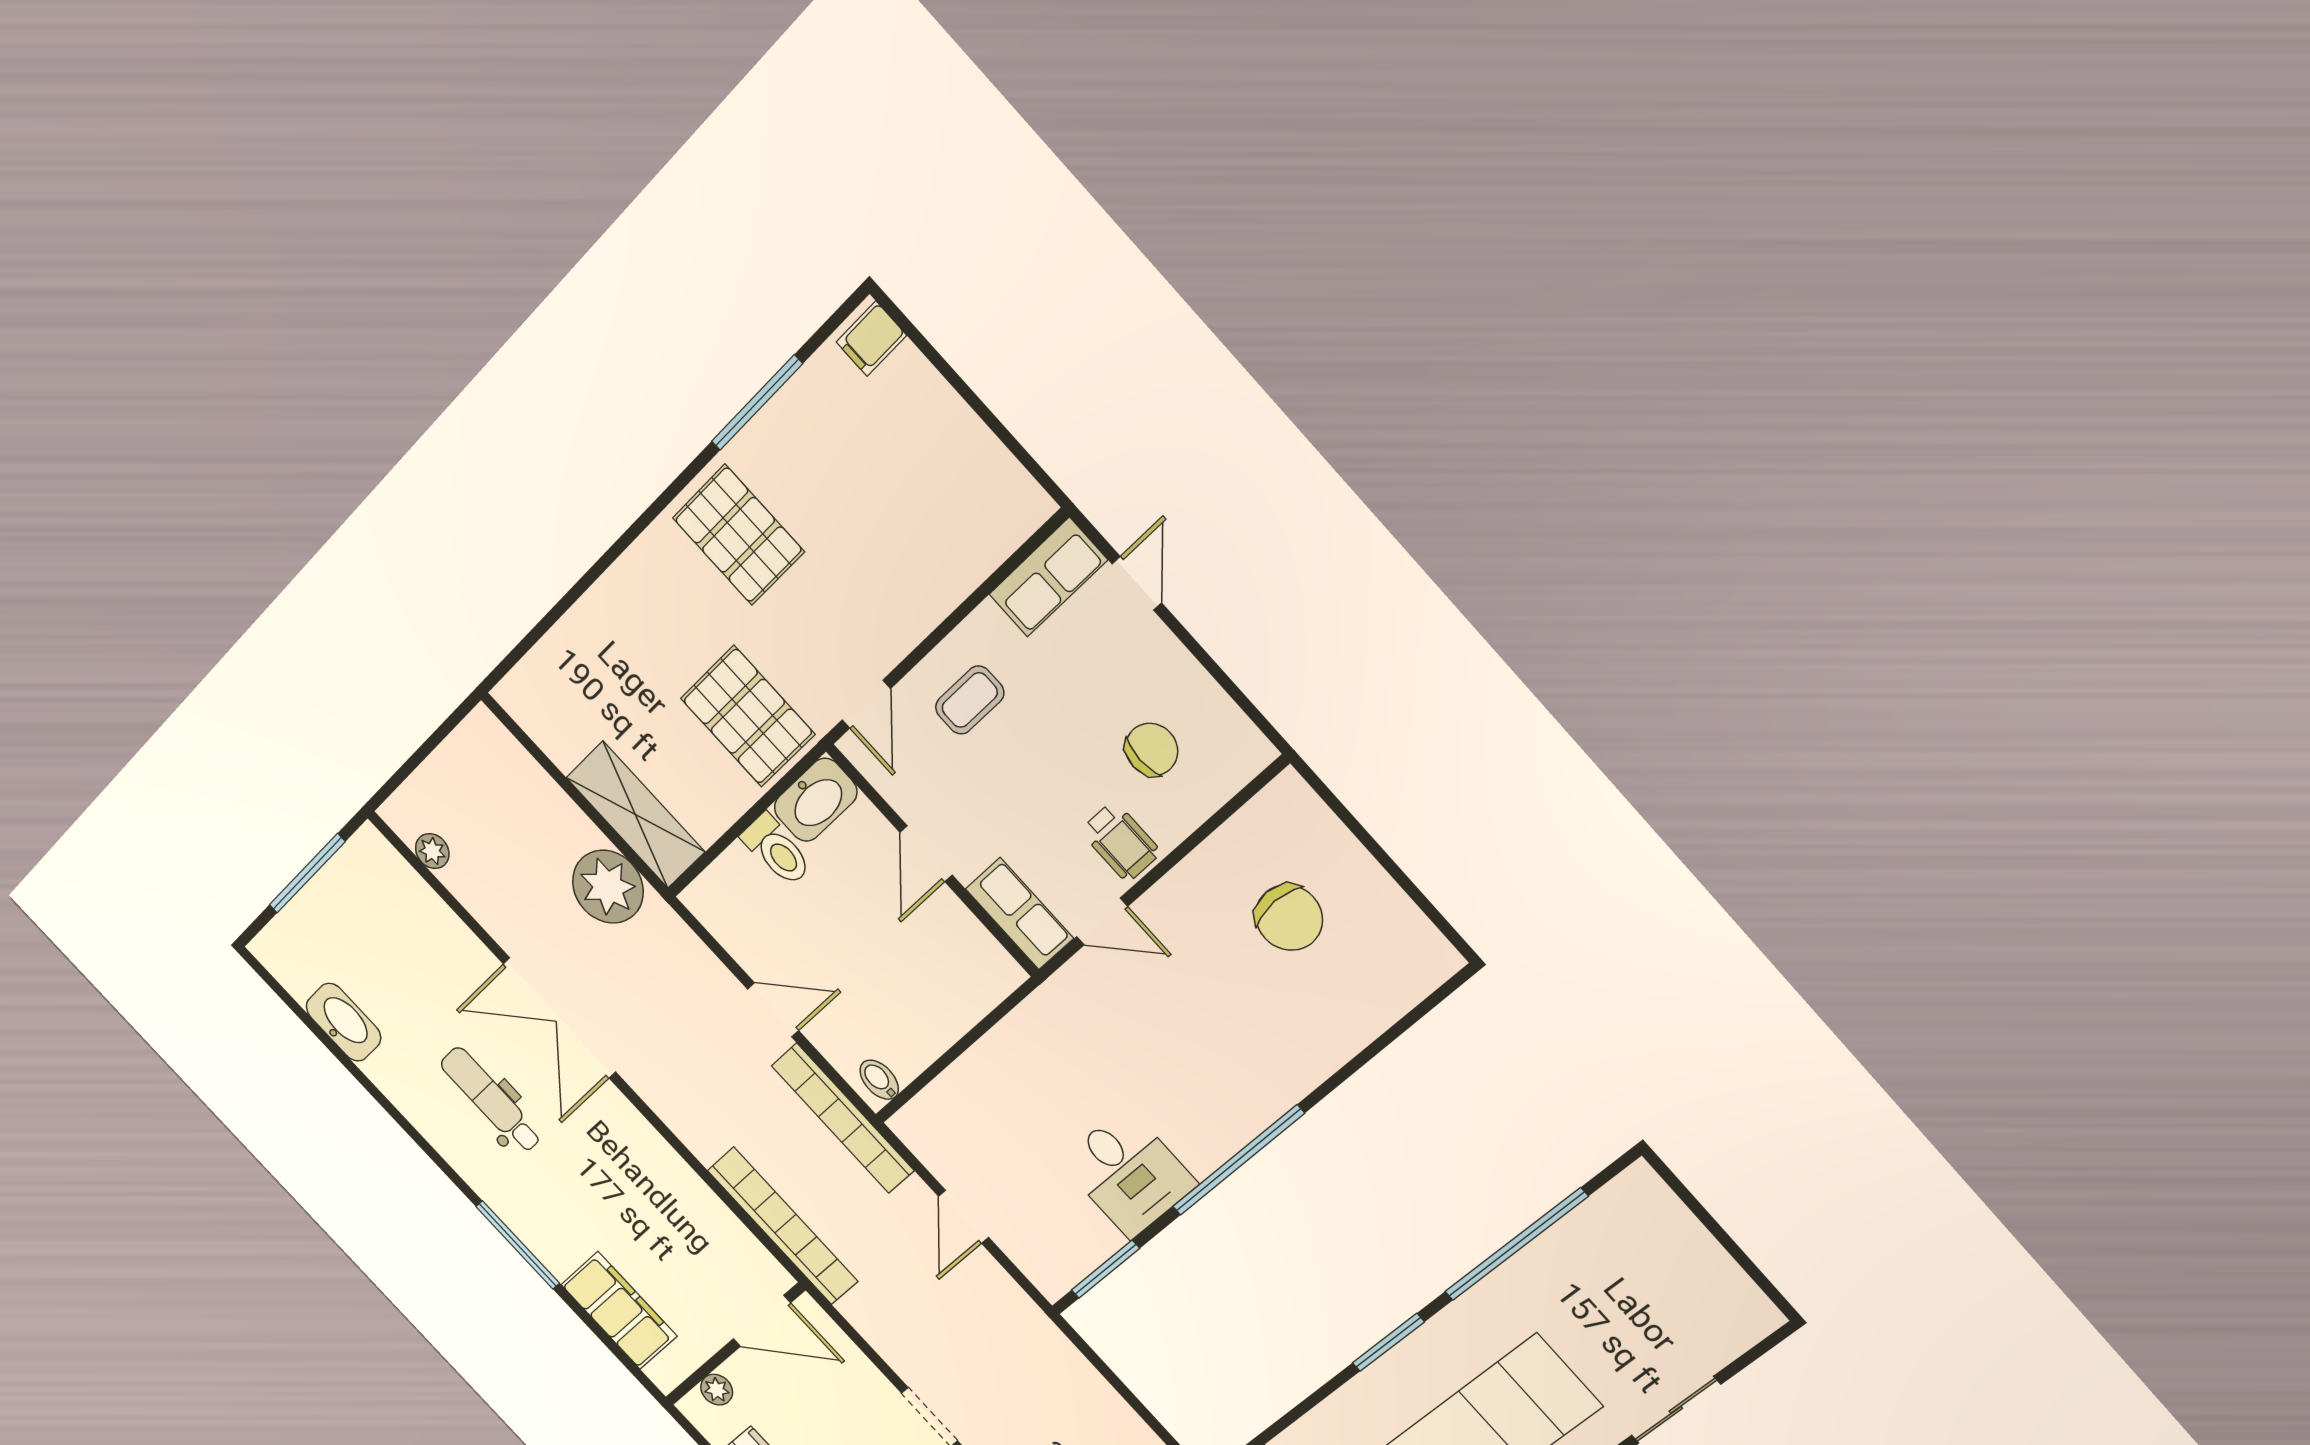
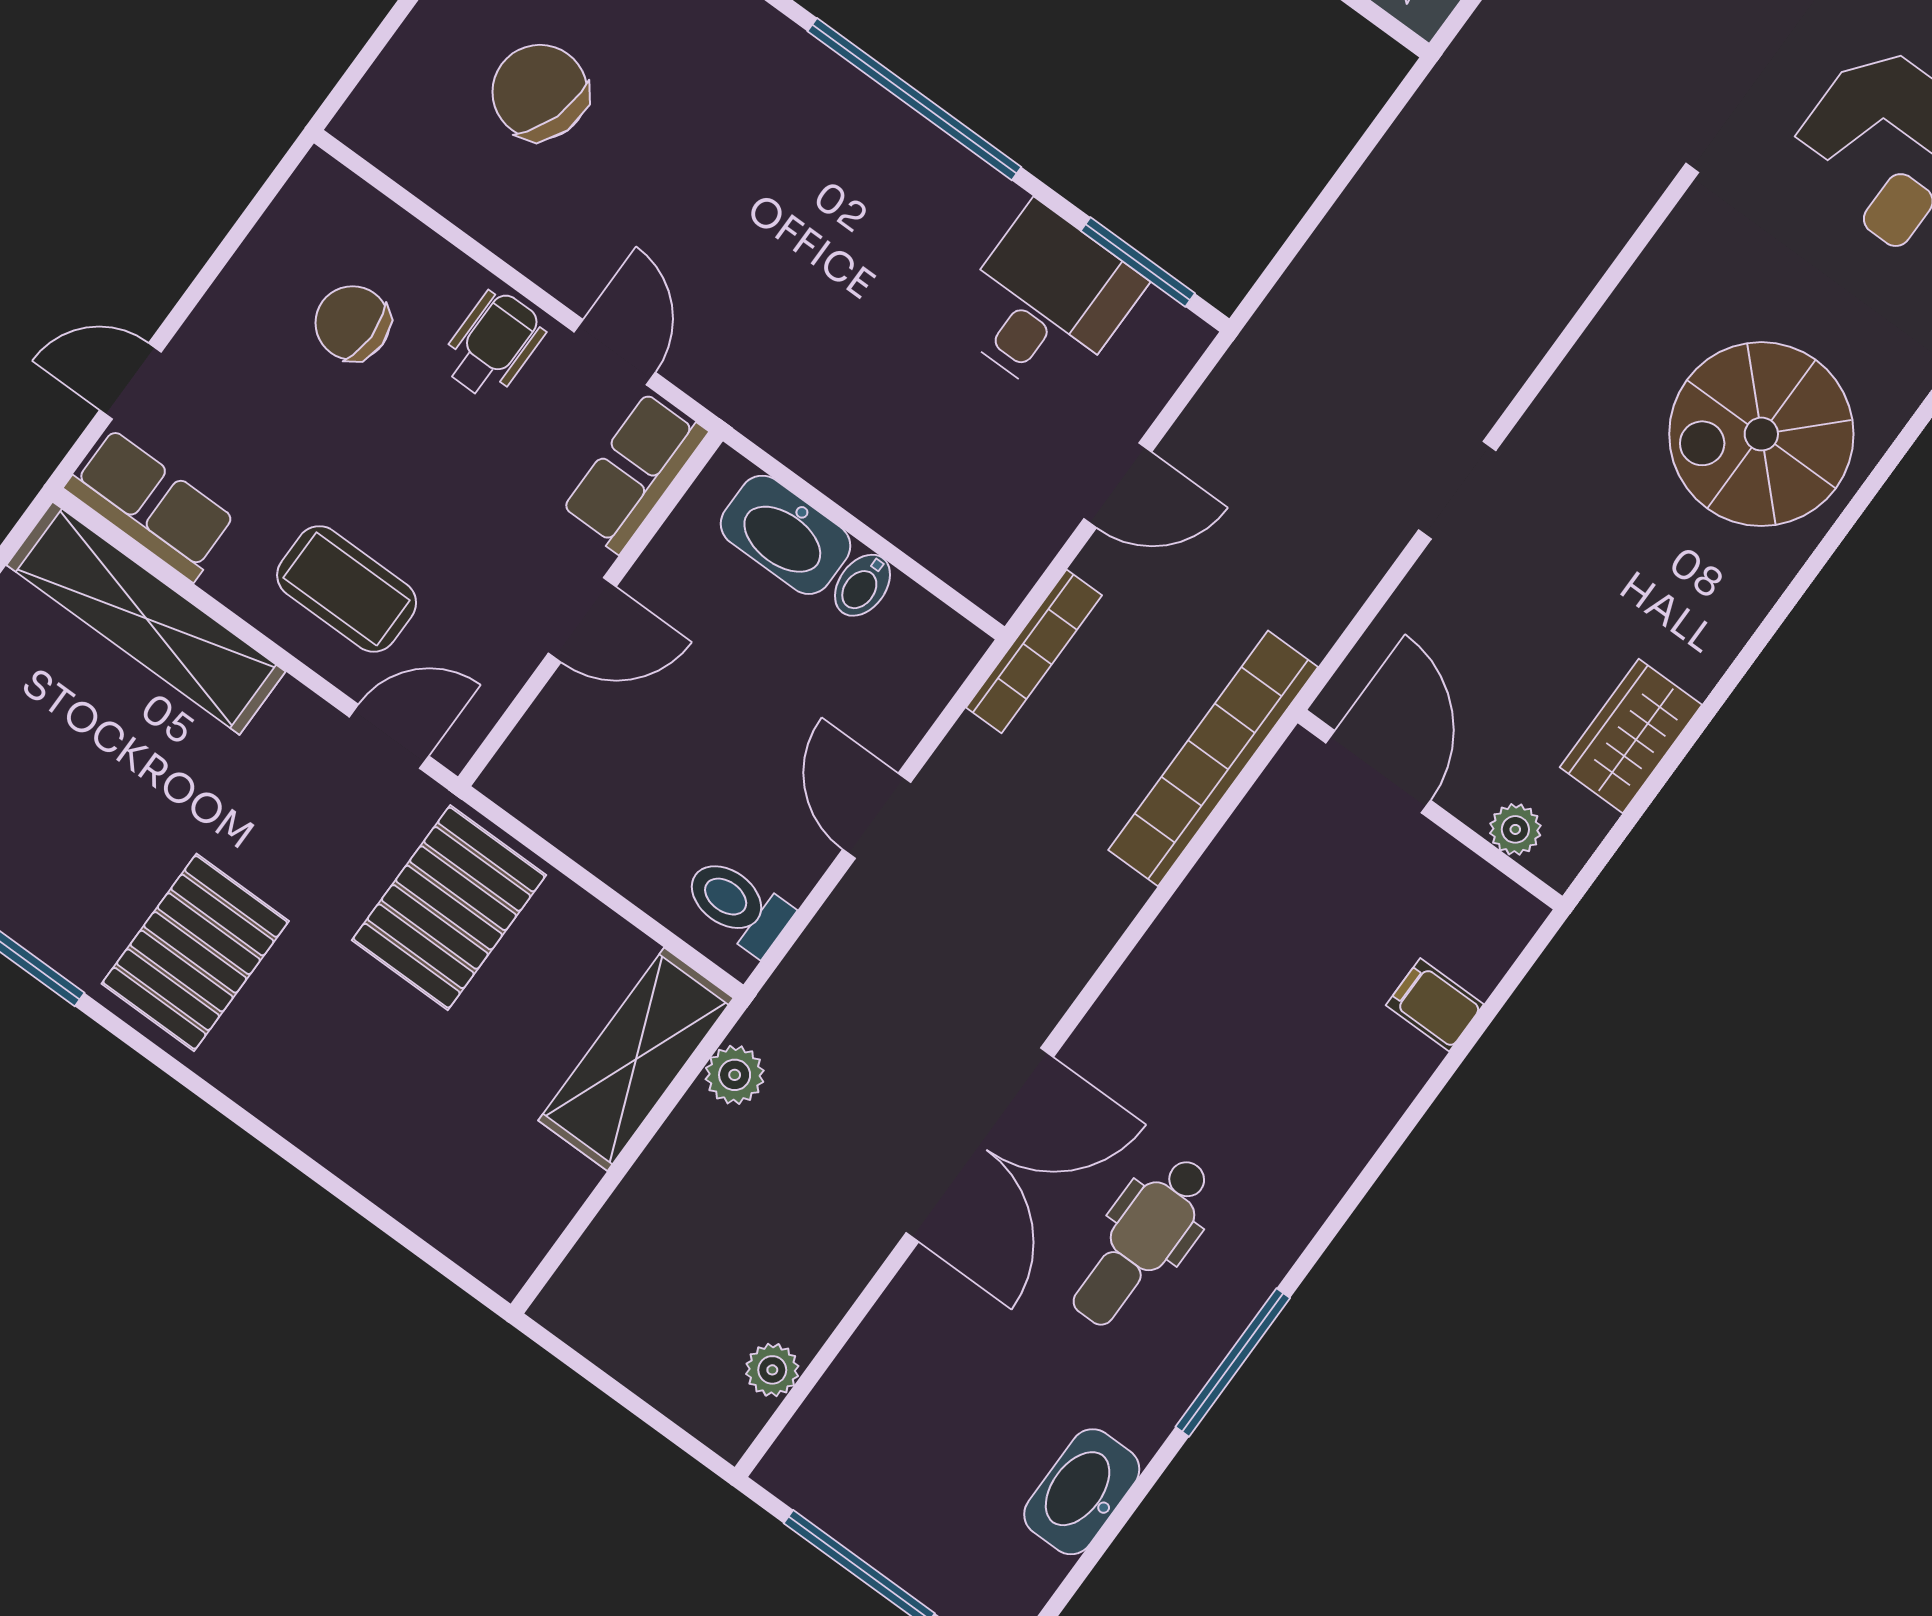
shelving: (970, 555) -> (146, 618), added
coffee table: (970, 700) -> (347, 589), width x1.36, depth x1.30
washbasin: (816, 800) -> (786, 535), moved, turned 180
toilet: (777, 850) -> (737, 905), moved, turned -90
plant: (608, 887) -> (735, 1075), width x0.53, depth x0.53
chair: (1289, 918) -> (540, 92), turned -72
bidet: (879, 1080) -> (862, 585), moved
bookcase: (843, 1118) -> (1034, 651), width x0.68, depth x0.76
desk: (1128, 1173) -> (1046, 302), moved
window: (518, 1245) -> (1233, 1362), moved
filing cabinet: (619, 1310) -> (1435, 1005), width x0.33, depth x0.86

